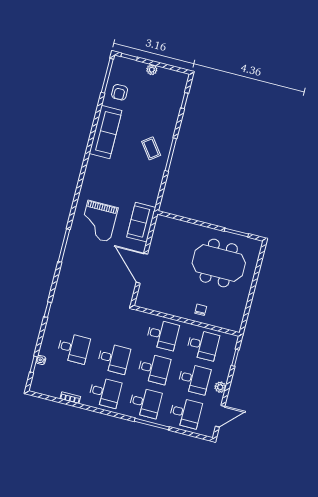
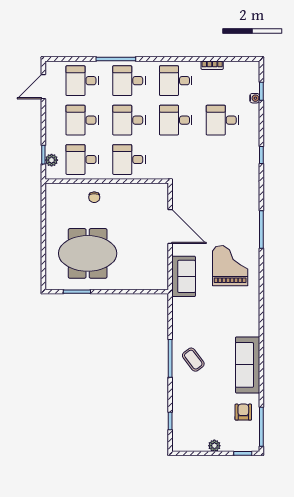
plant: (220, 387) -> (52, 160), moved

